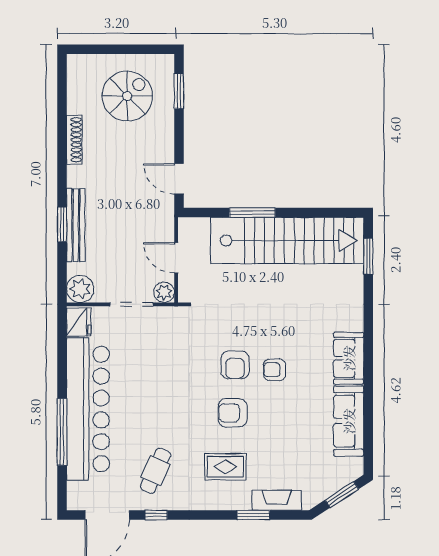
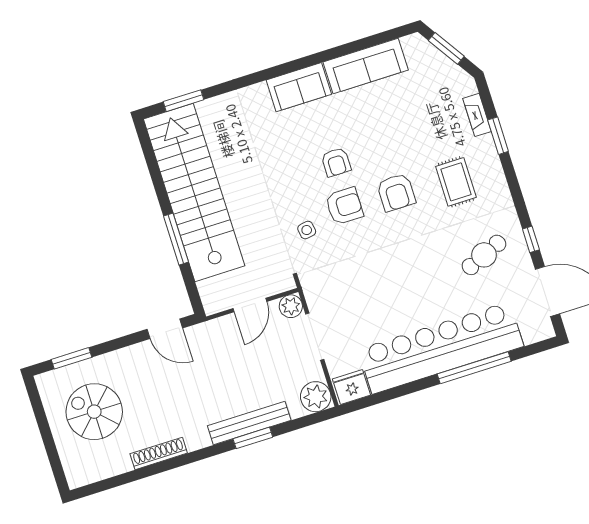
door: (179, 179) -> (165, 329), hinge flipped
side table: (225, 326) -> (307, 230), added
cafe table: (155, 471) -> (484, 255), turned -47
fireplace: (277, 500) -> (477, 115), width x0.73, depth x0.76

